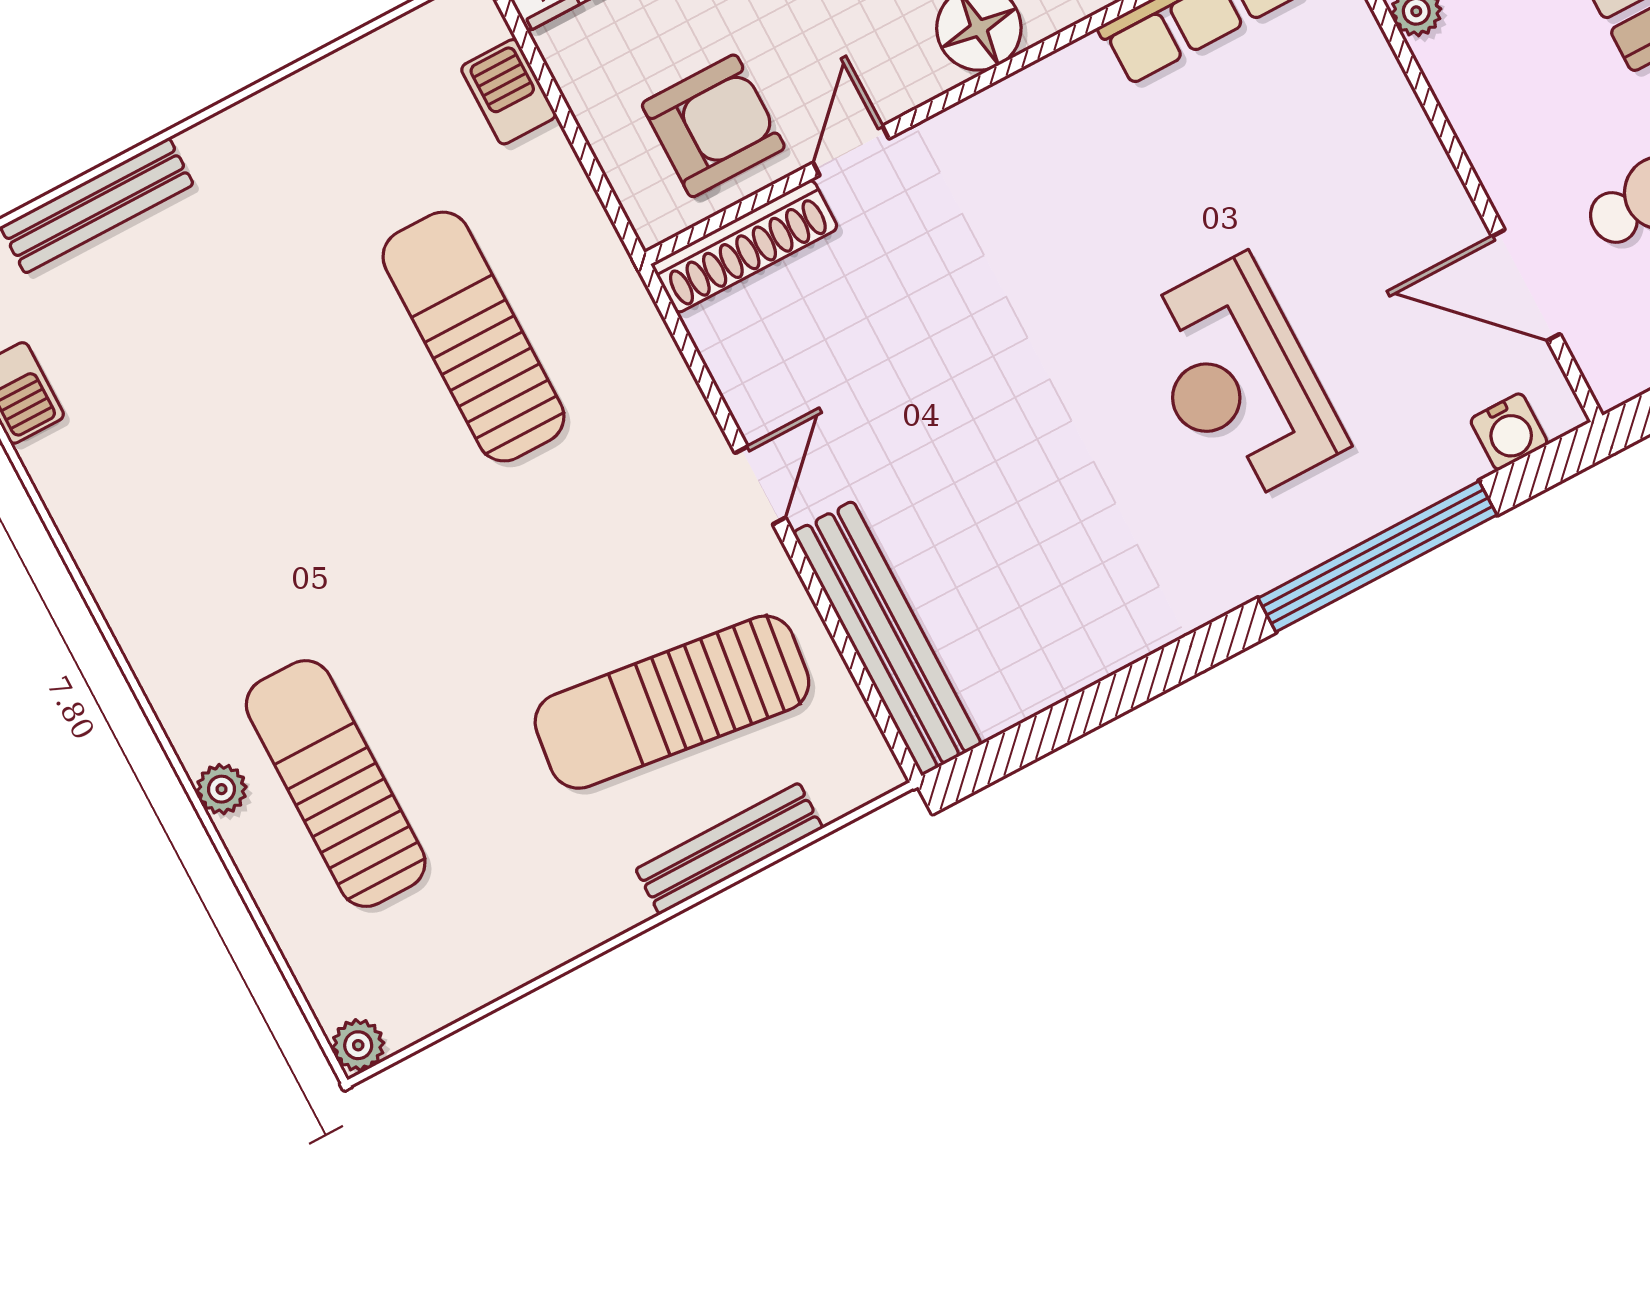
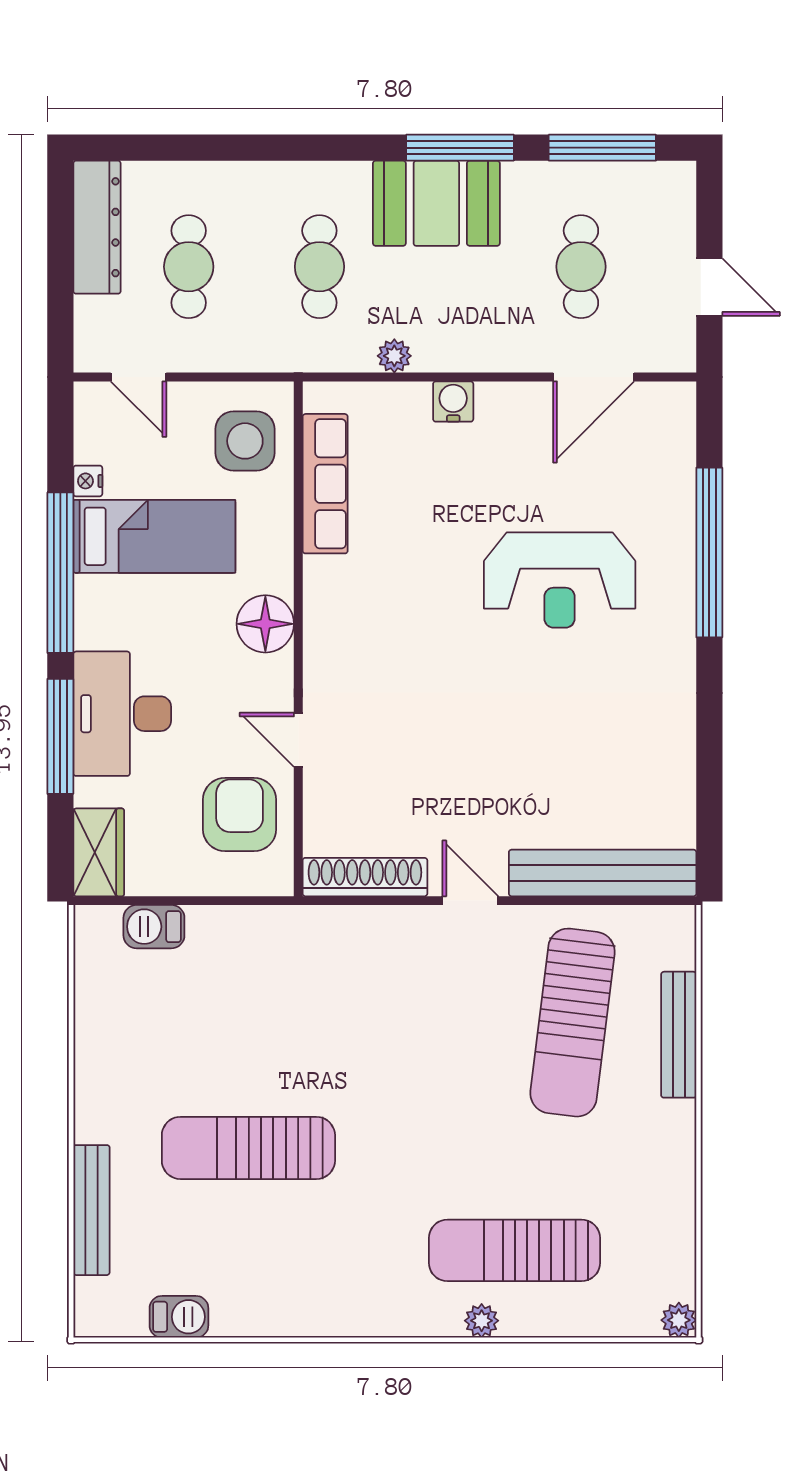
shoe rack: (745, 246) -> (365, 877), moved, turned -90
sun lounger: (473, 337) -> (248, 1148), moved
water cooler: (1509, 432) -> (453, 402), moved, turned -90

